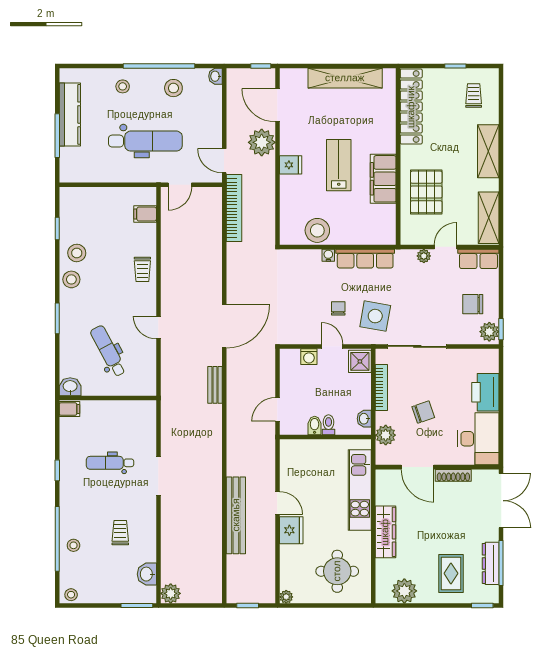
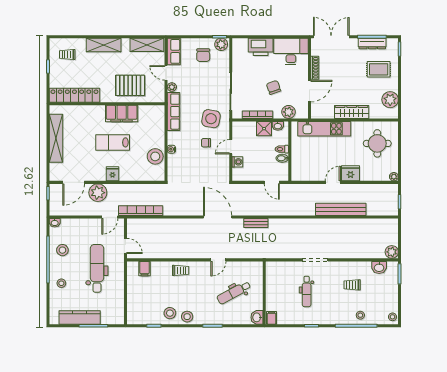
row of seats: (365, 259) -> (174, 112), moved
shower: (360, 361) -> (264, 129), moved

